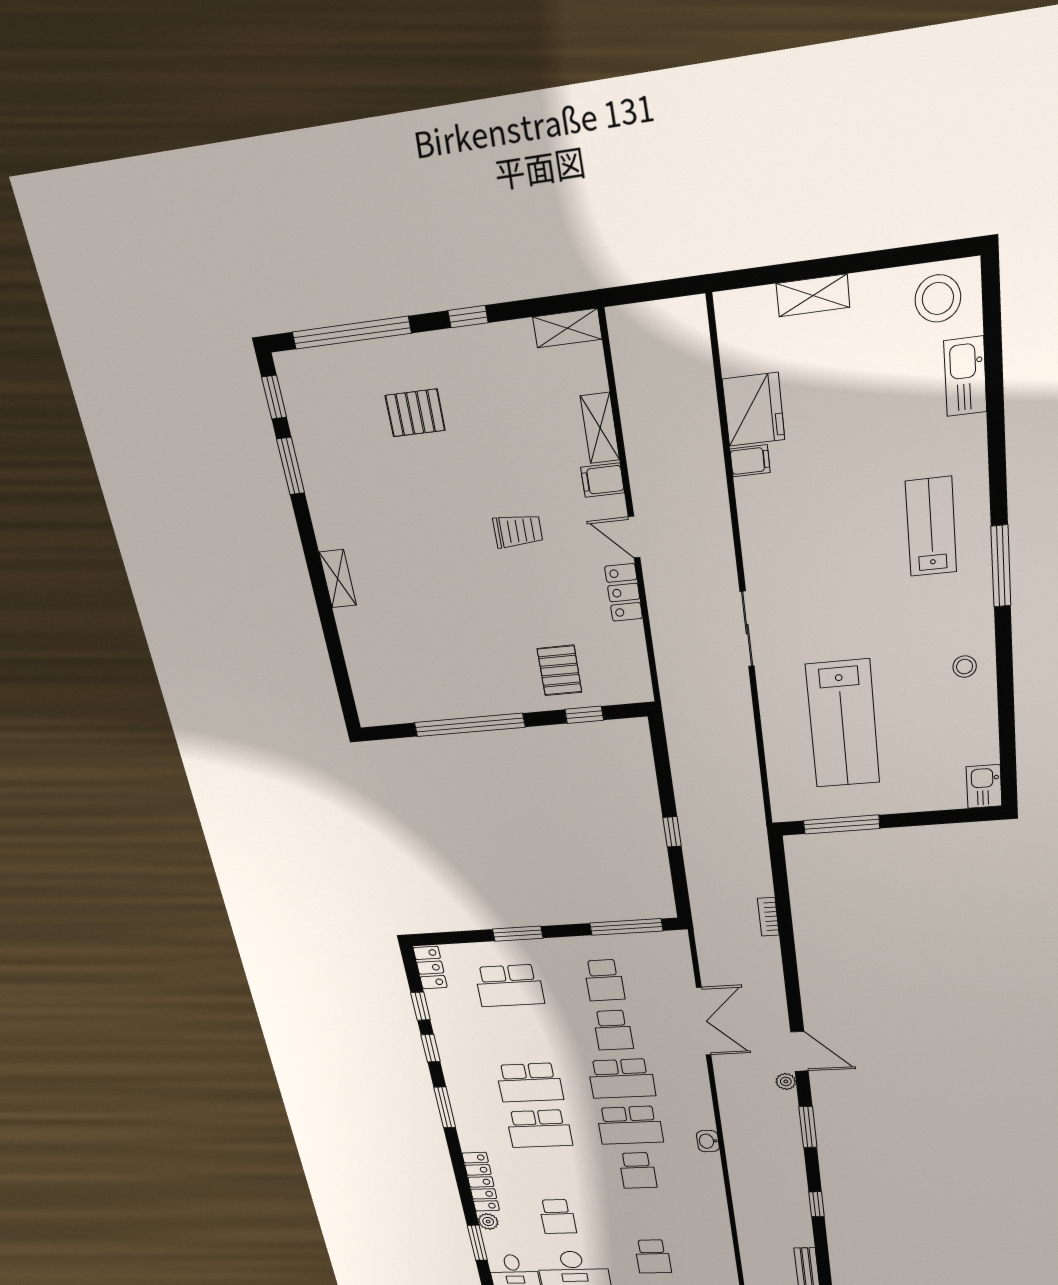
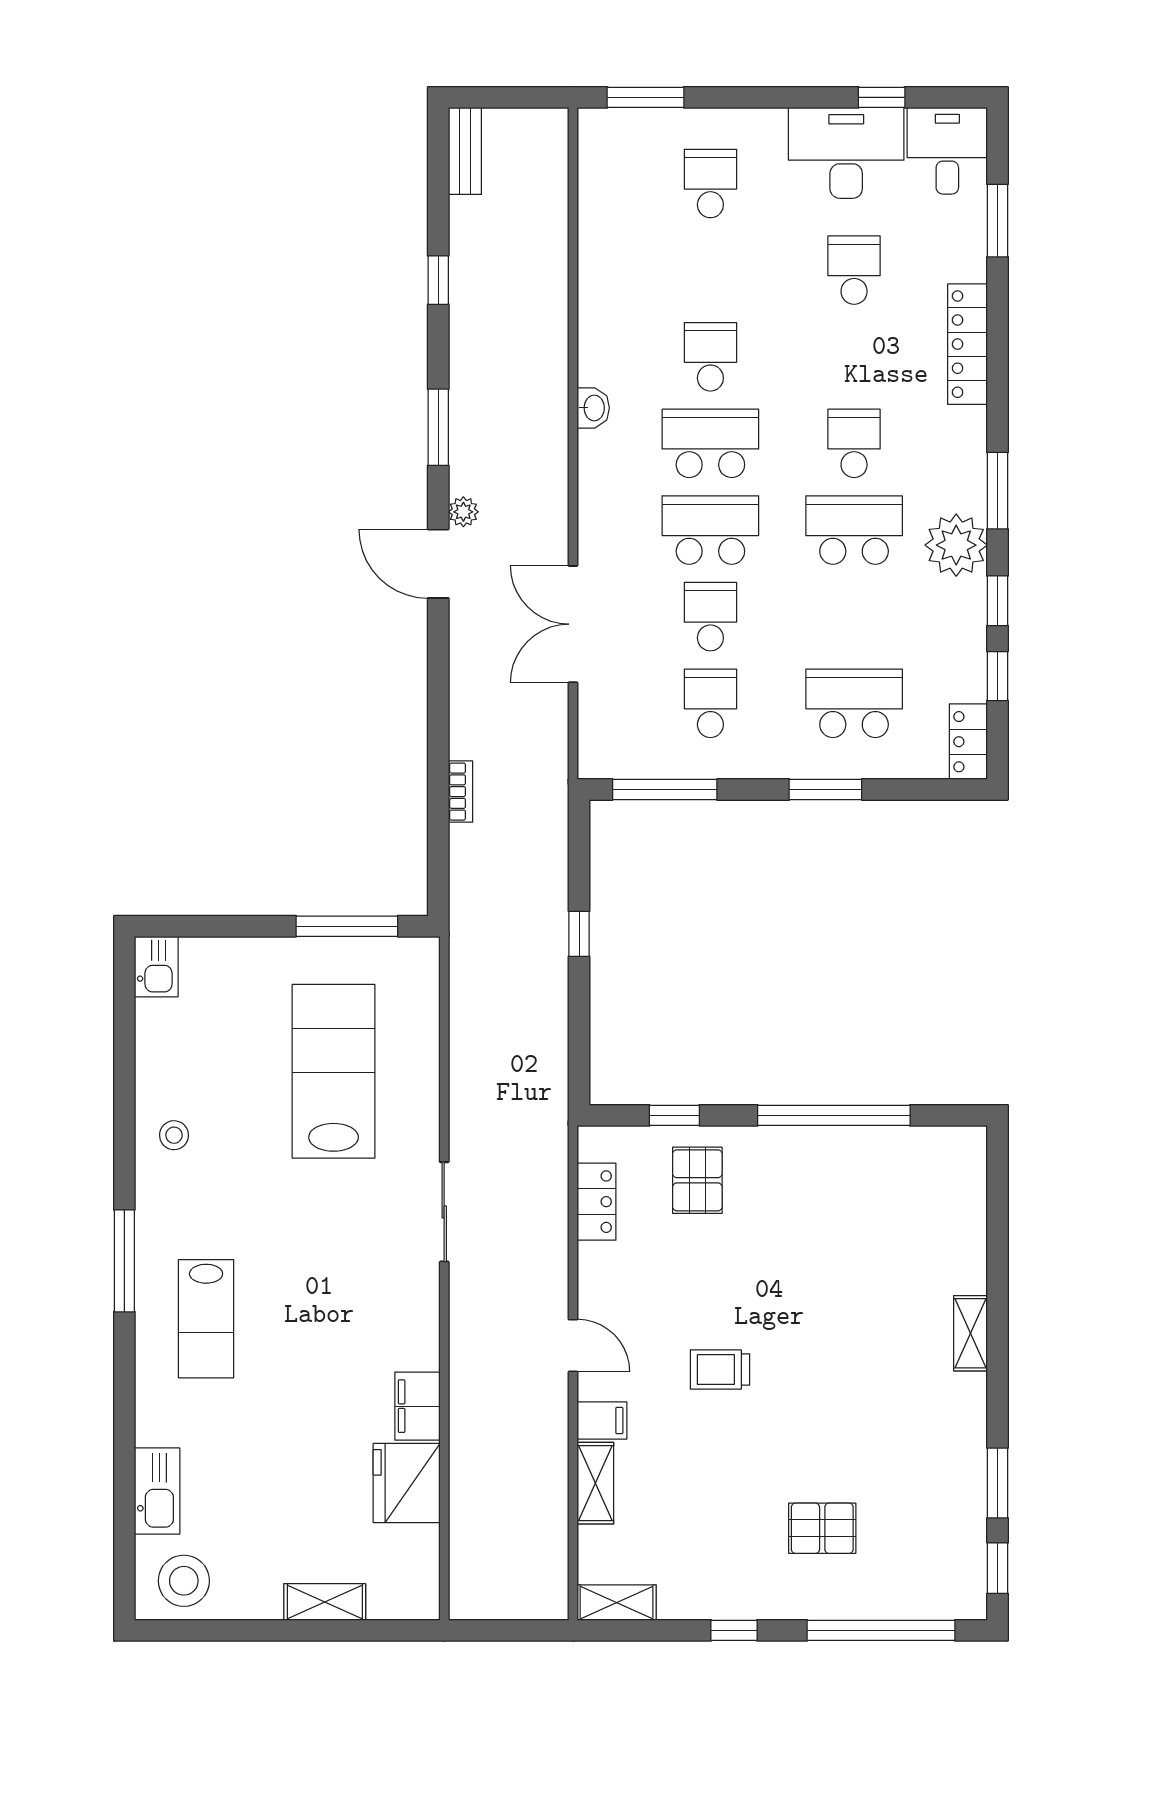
filing cabinet: (750, 461) -> (418, 1406), width x2.00
locker: (624, 592) -> (596, 1202), moved
school desk: (539, 1129) -> (854, 443), width x0.54
plant: (488, 1221) -> (956, 545), moved, width x1.88, depth x1.88

